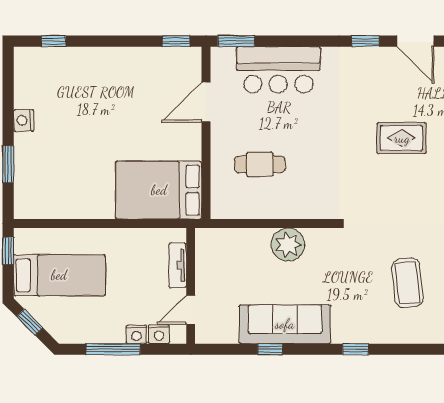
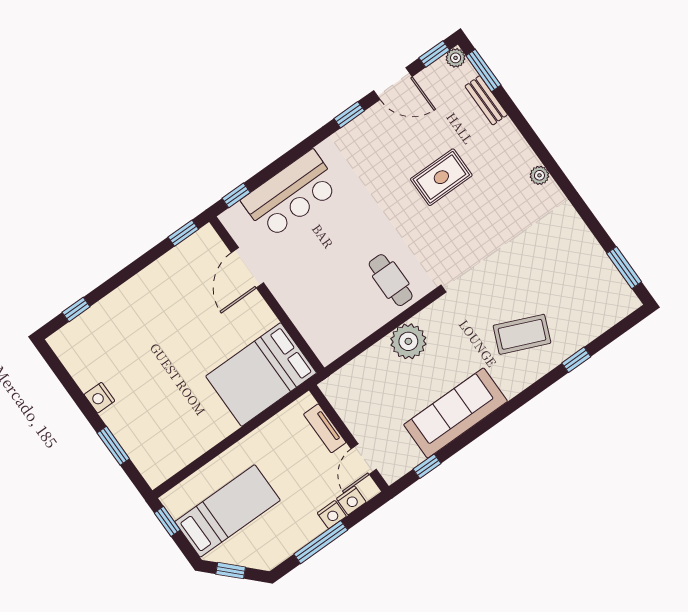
window: (236, 41) -> (236, 195), width x0.67
cafe table: (260, 164) -> (391, 280), moved, turned 90
coffee table: (407, 283) -> (522, 334), moved, turned -61
window: (270, 349) -> (427, 466), moved
window: (356, 349) -> (576, 360), moved

